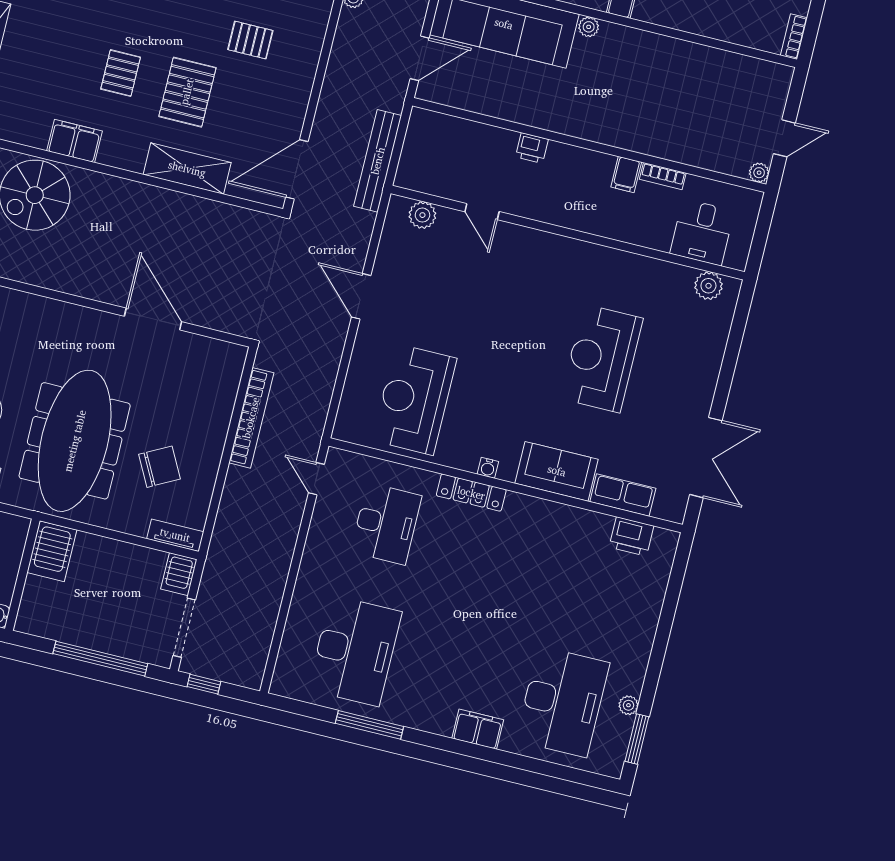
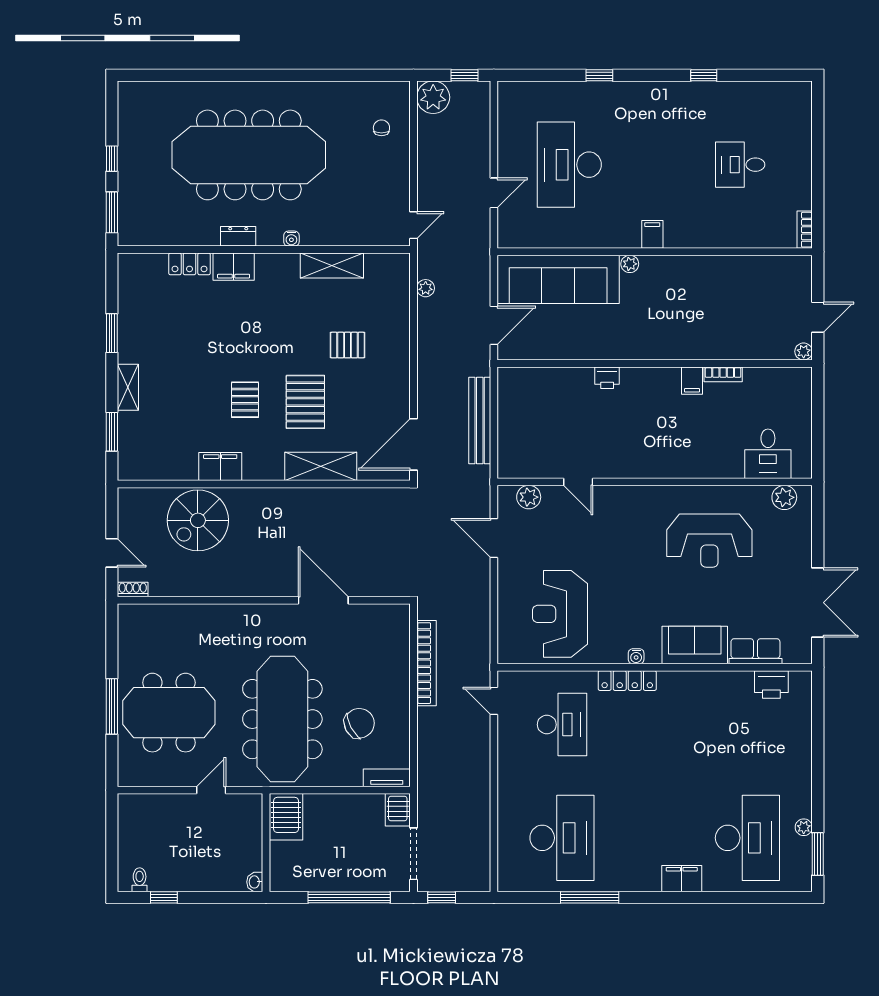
door: (482, 212) -> (578, 482), moved
plant: (422, 215) -> (529, 497), moved
desk: (702, 232) -> (768, 454), moved
wall: (568, 233) -> (655, 482), moved
plant: (708, 286) -> (784, 497), moved
reception desk: (602, 358) -> (709, 541), turned -90

